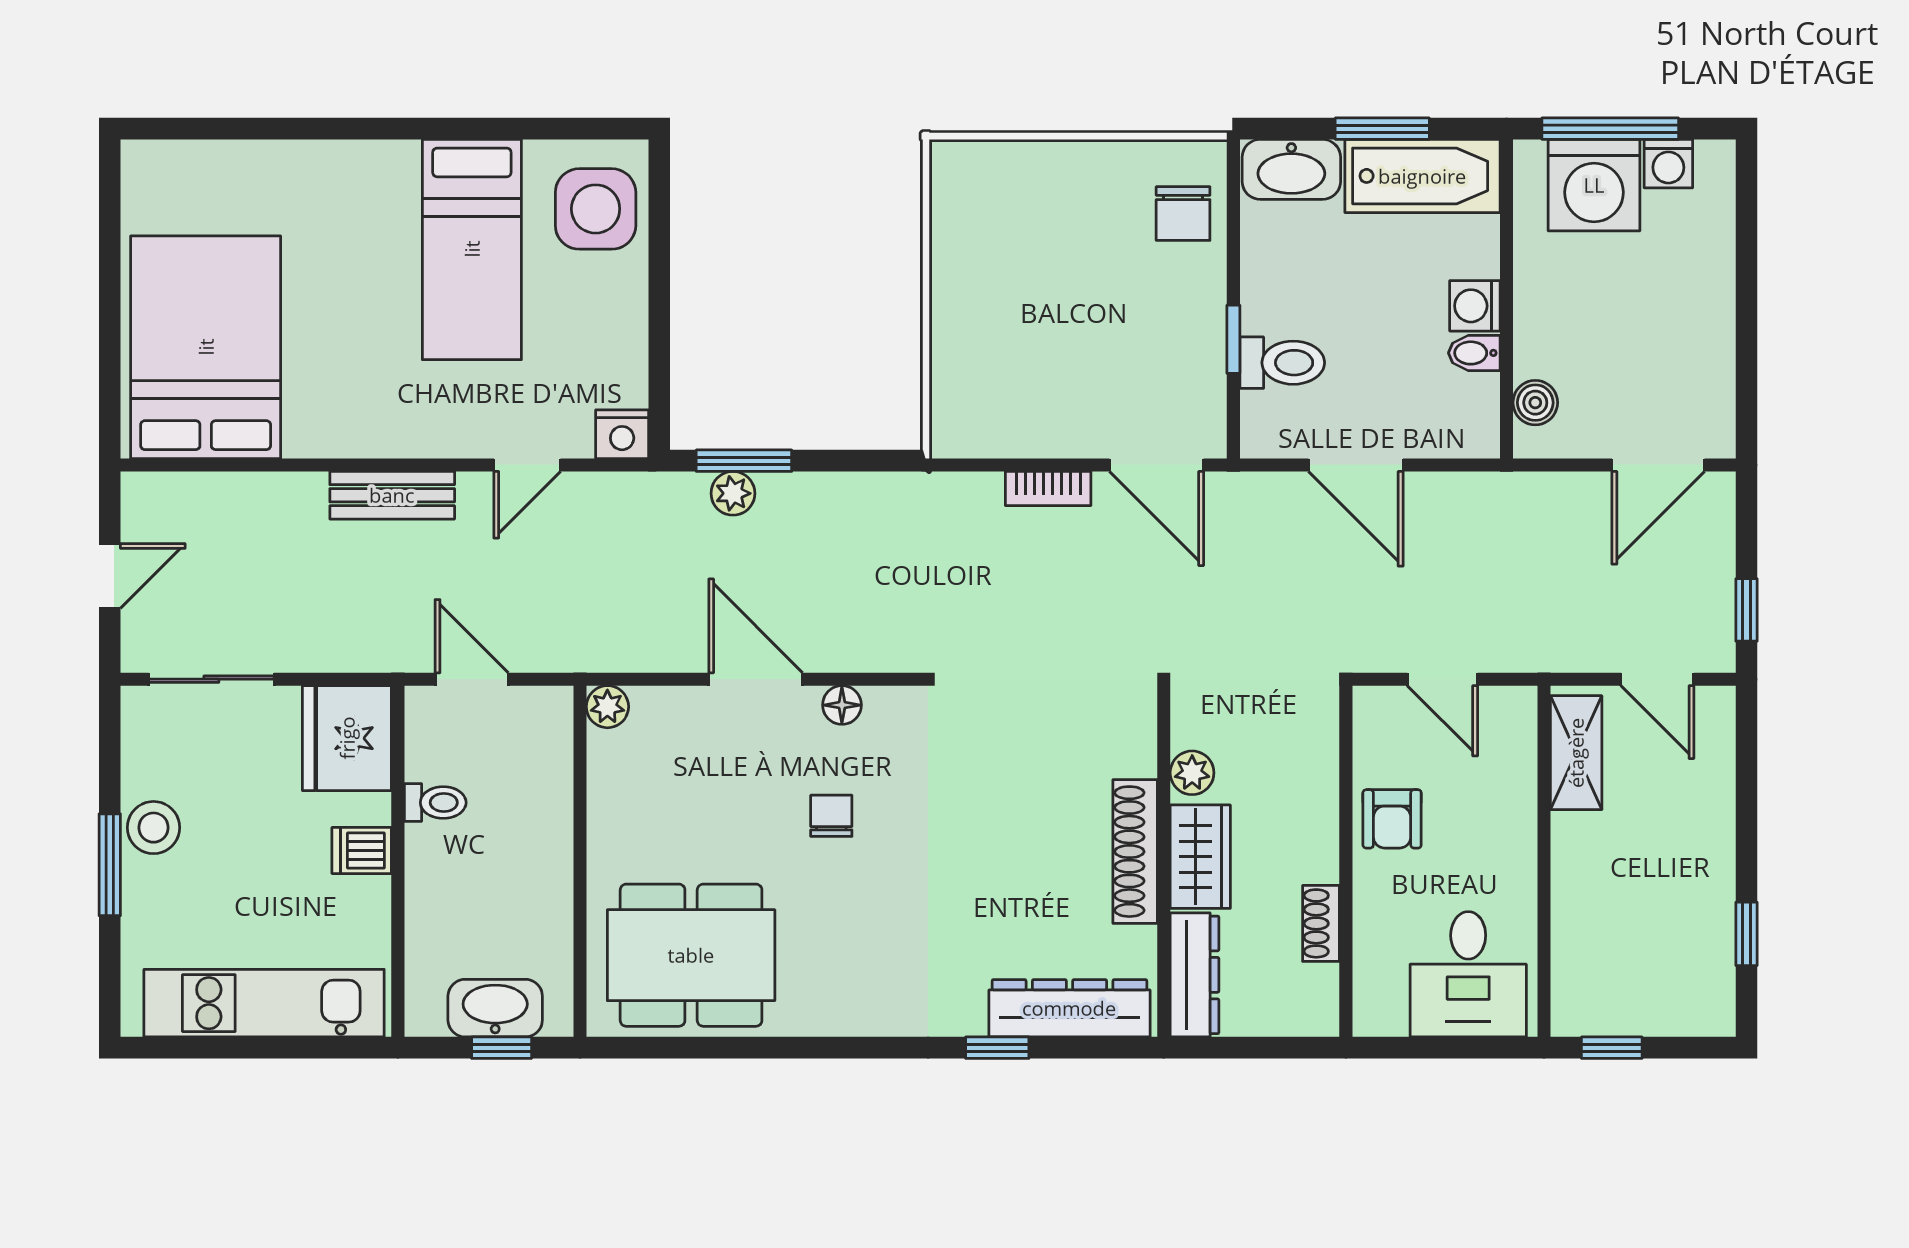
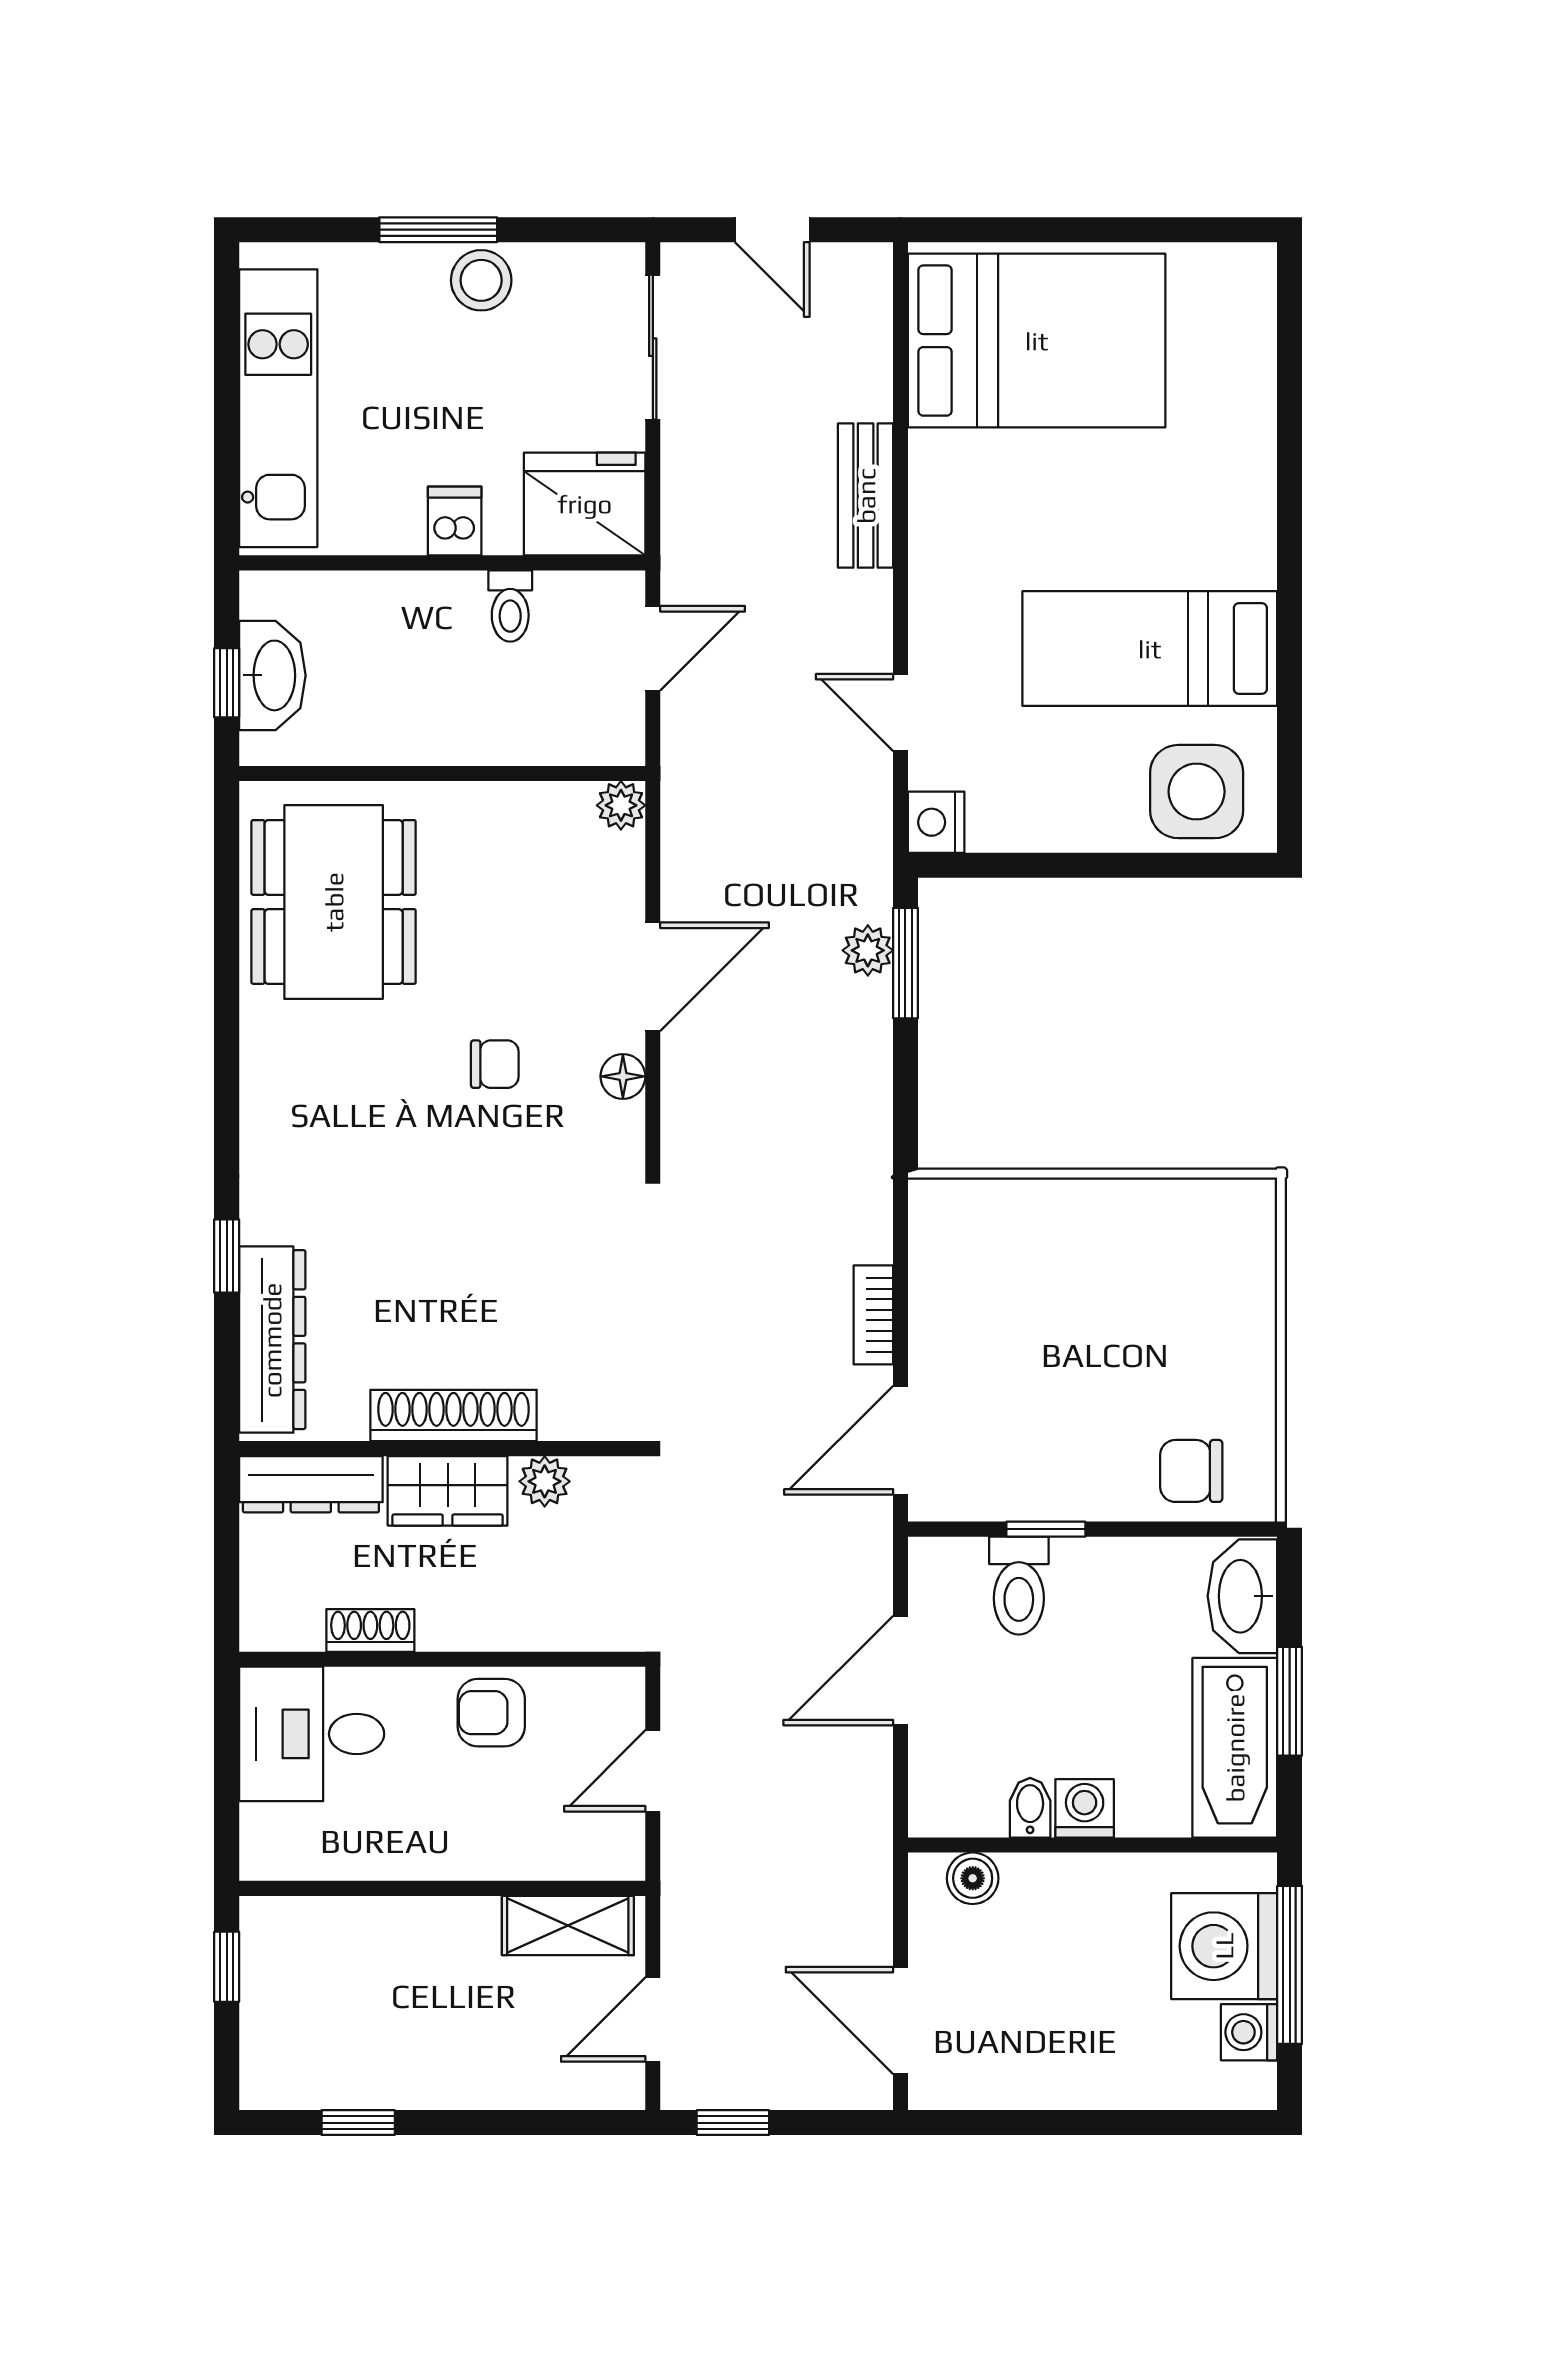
bench: (392, 495) -> (866, 496), moved
desk: (1468, 974) -> (312, 1734), moved

